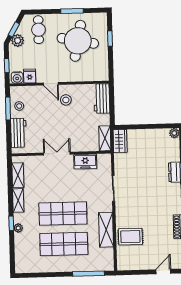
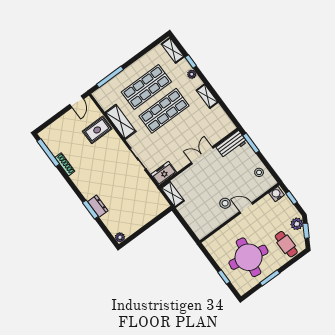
fridge: (30, 76) -> (267, 202), removed
workbench: (102, 99) -> (197, 224), removed
window: (8, 109) -> (251, 143), moved
workbench: (19, 133) -> (232, 144), moved, turned -90
wardrobe: (120, 141) -> (159, 201), removed
double door: (57, 154) -> (202, 155), swing flipped
freezer: (85, 162) -> (164, 173), moved
shelving: (18, 175) -> (173, 50), moved
window: (11, 223) -> (191, 62), moved
door: (163, 272) -> (77, 102), moved

